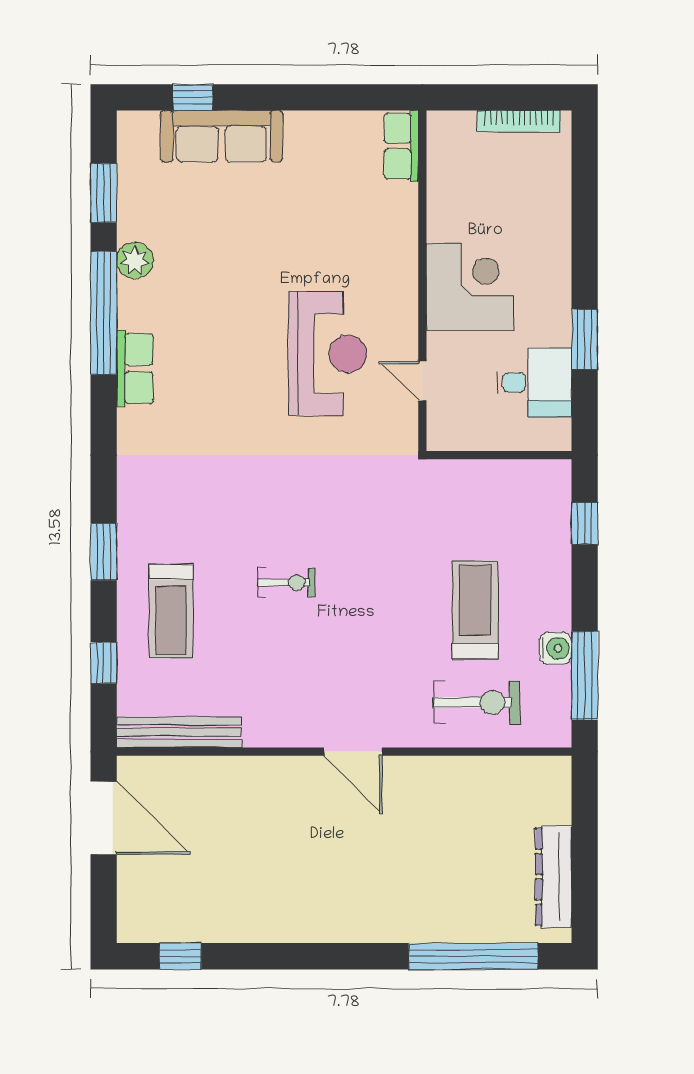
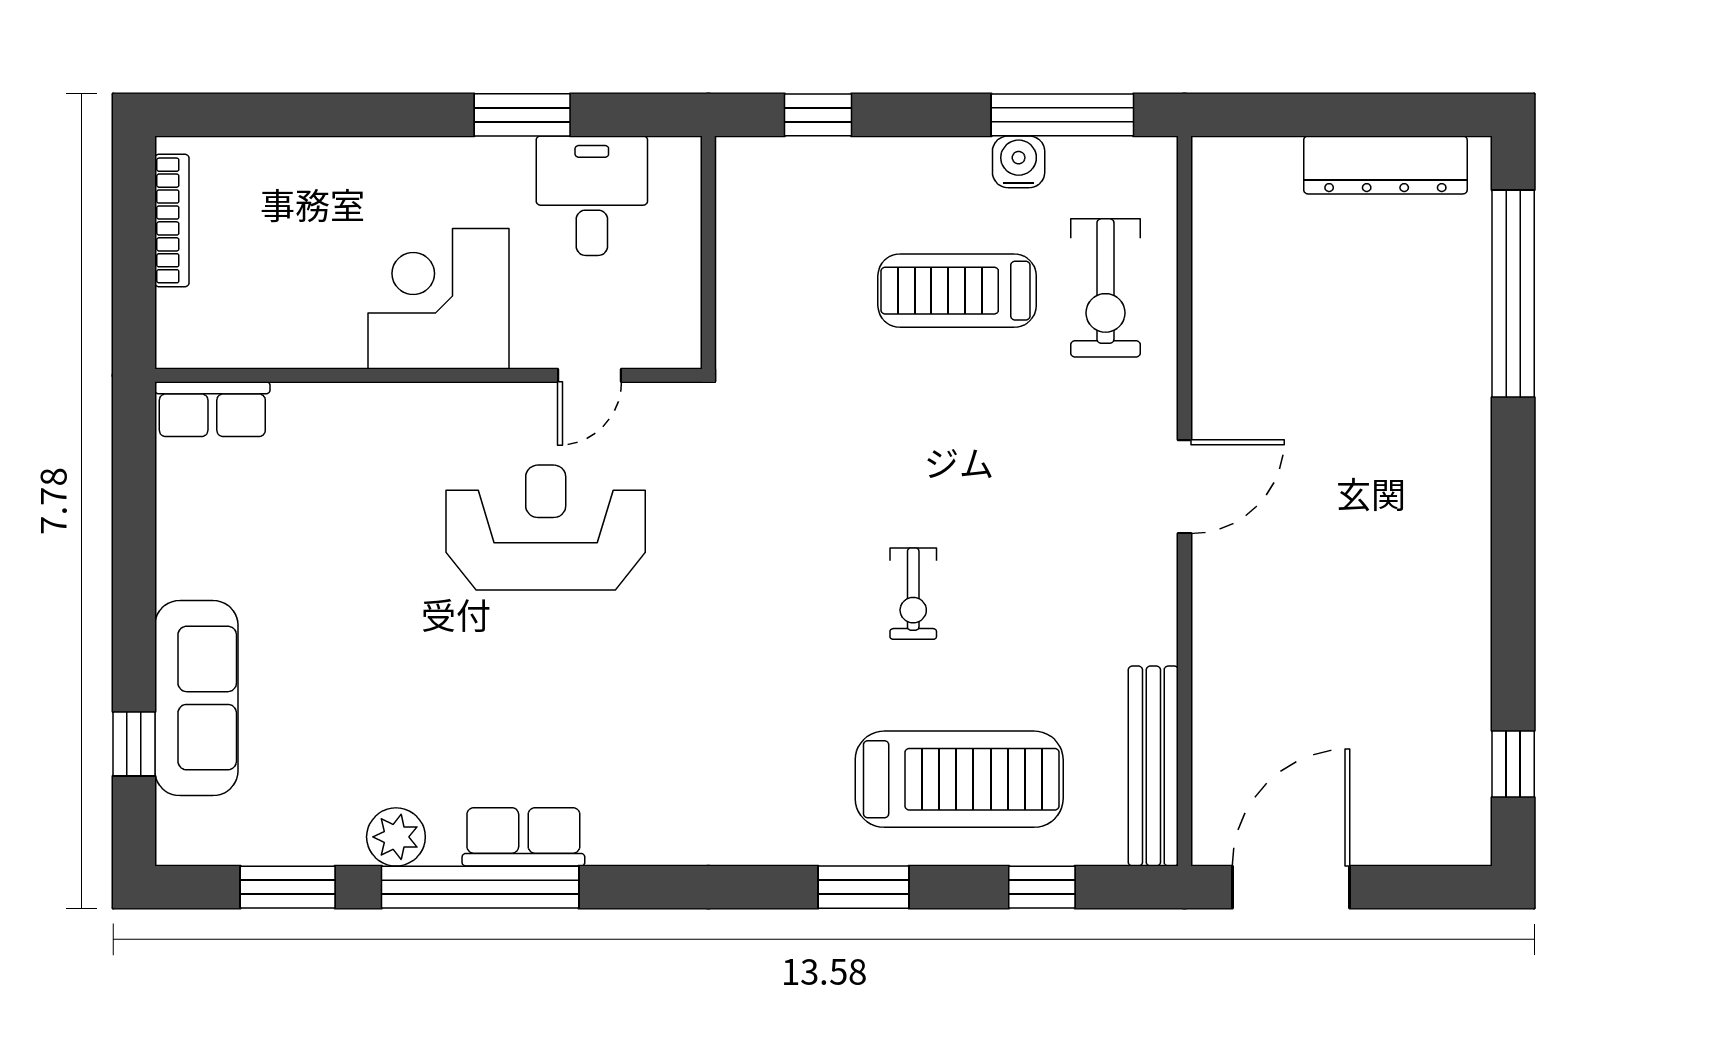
row of seats: (135, 369) -> (523, 837), moved
exercise bike: (286, 583) -> (913, 594), turned 180
treadmill: (171, 611) -> (959, 779), width x1.37, depth x1.38
exercise bike: (477, 702) -> (1105, 288), turned 180

